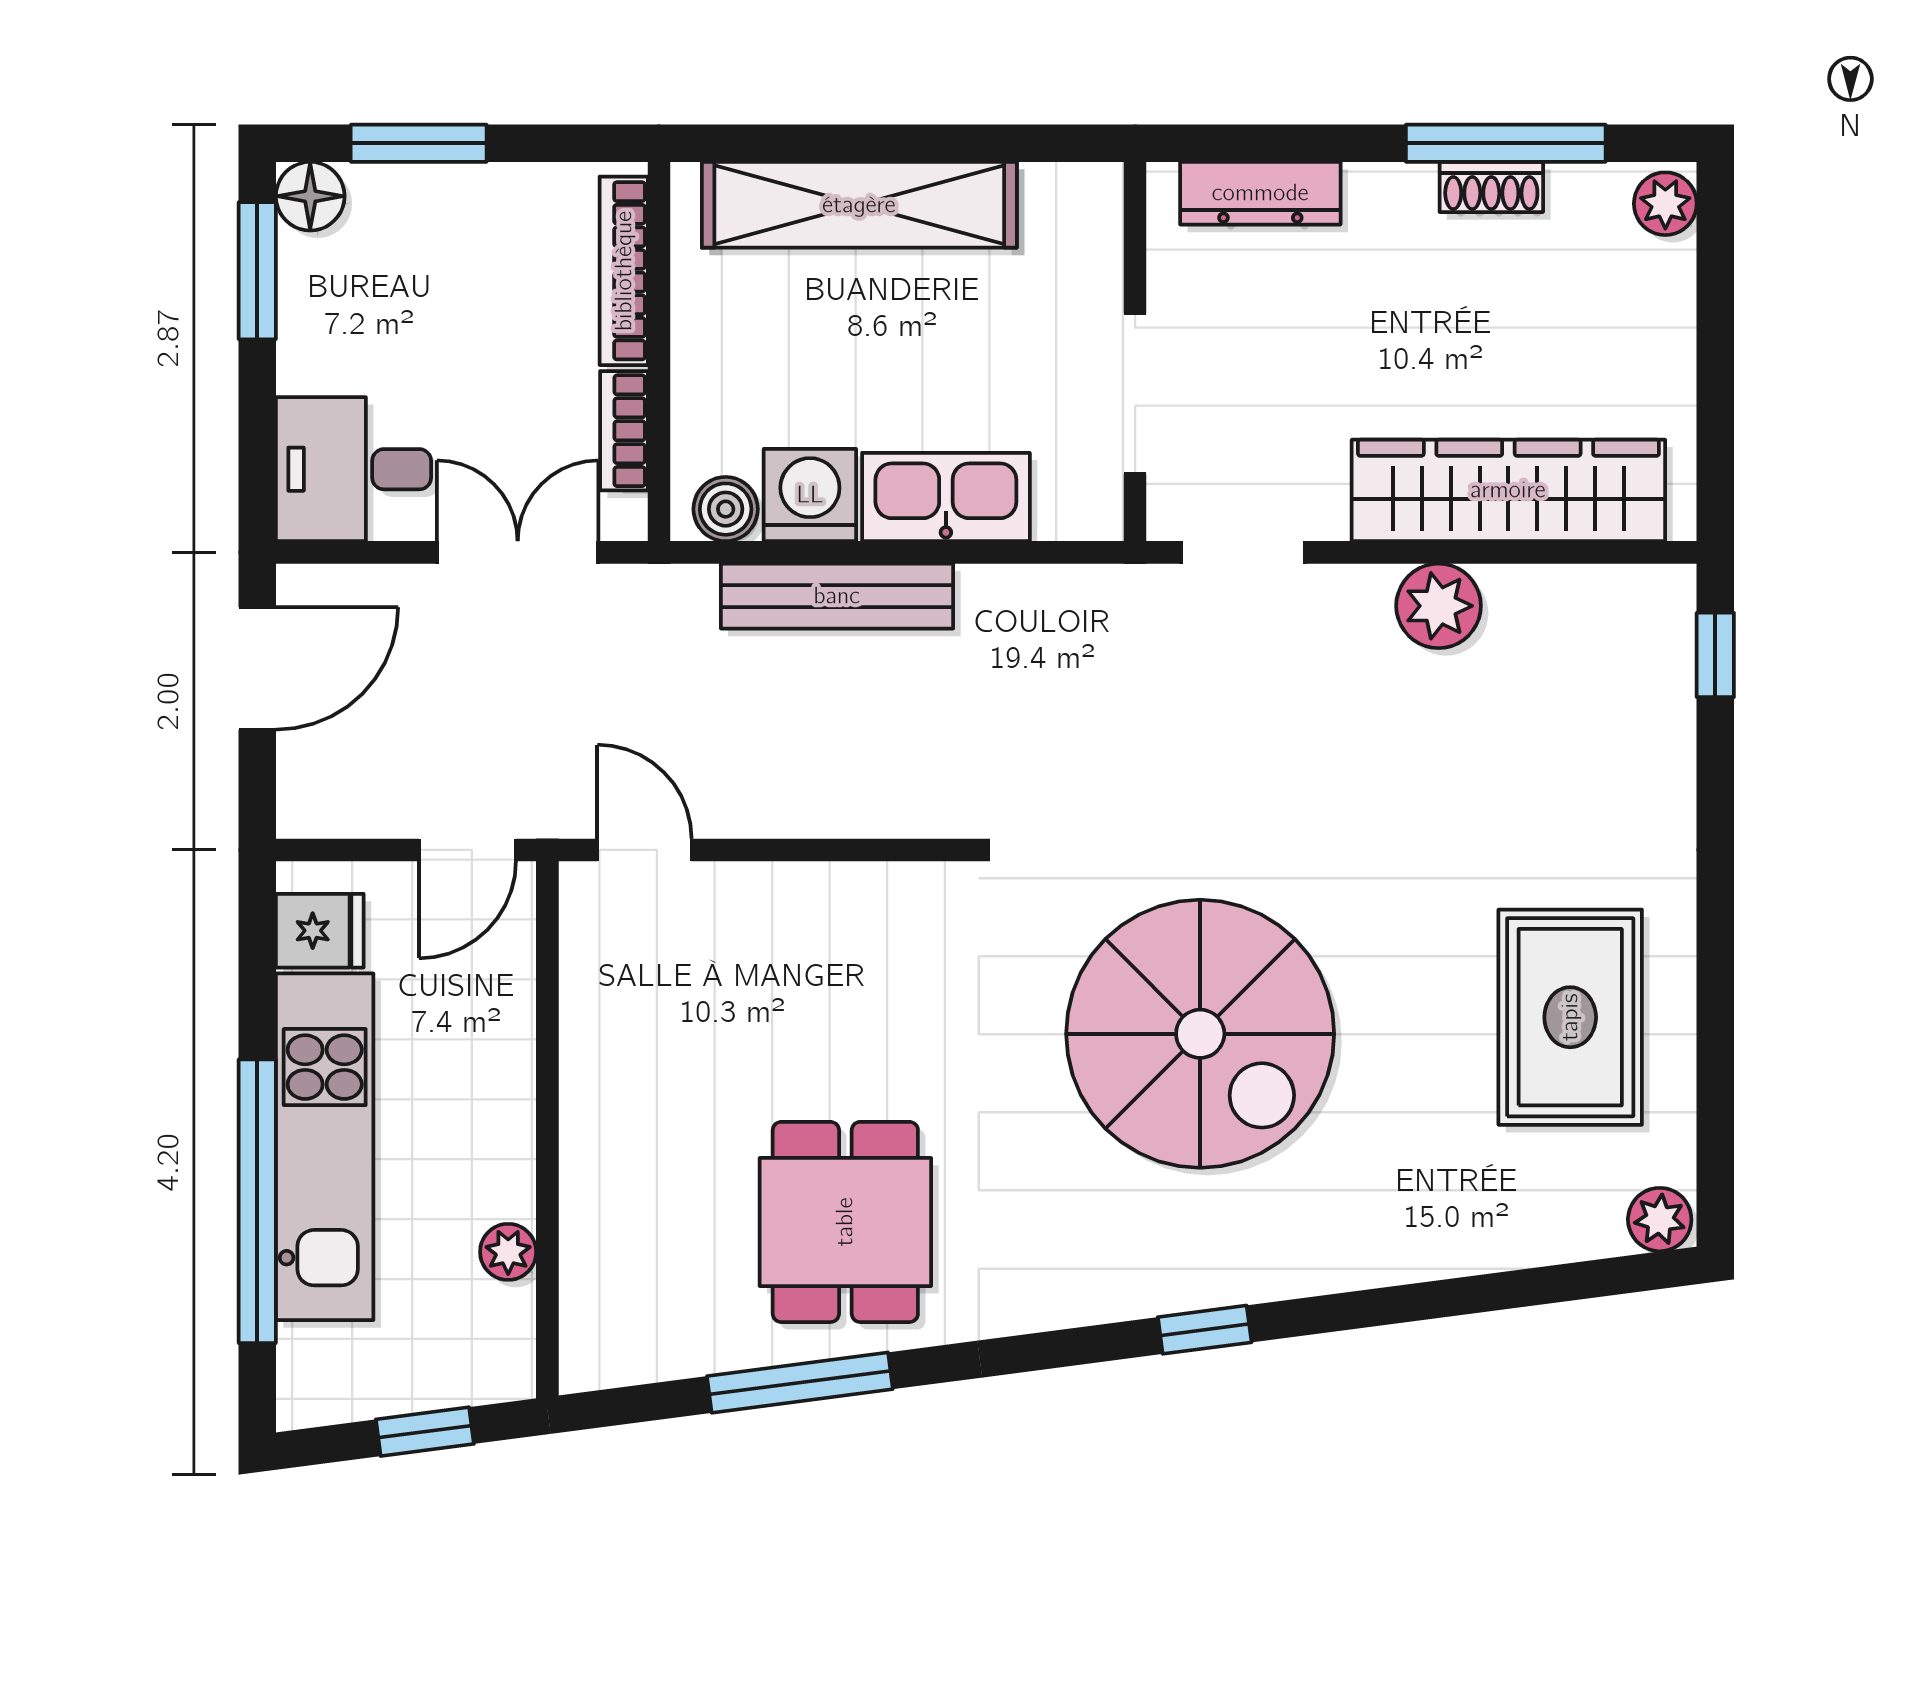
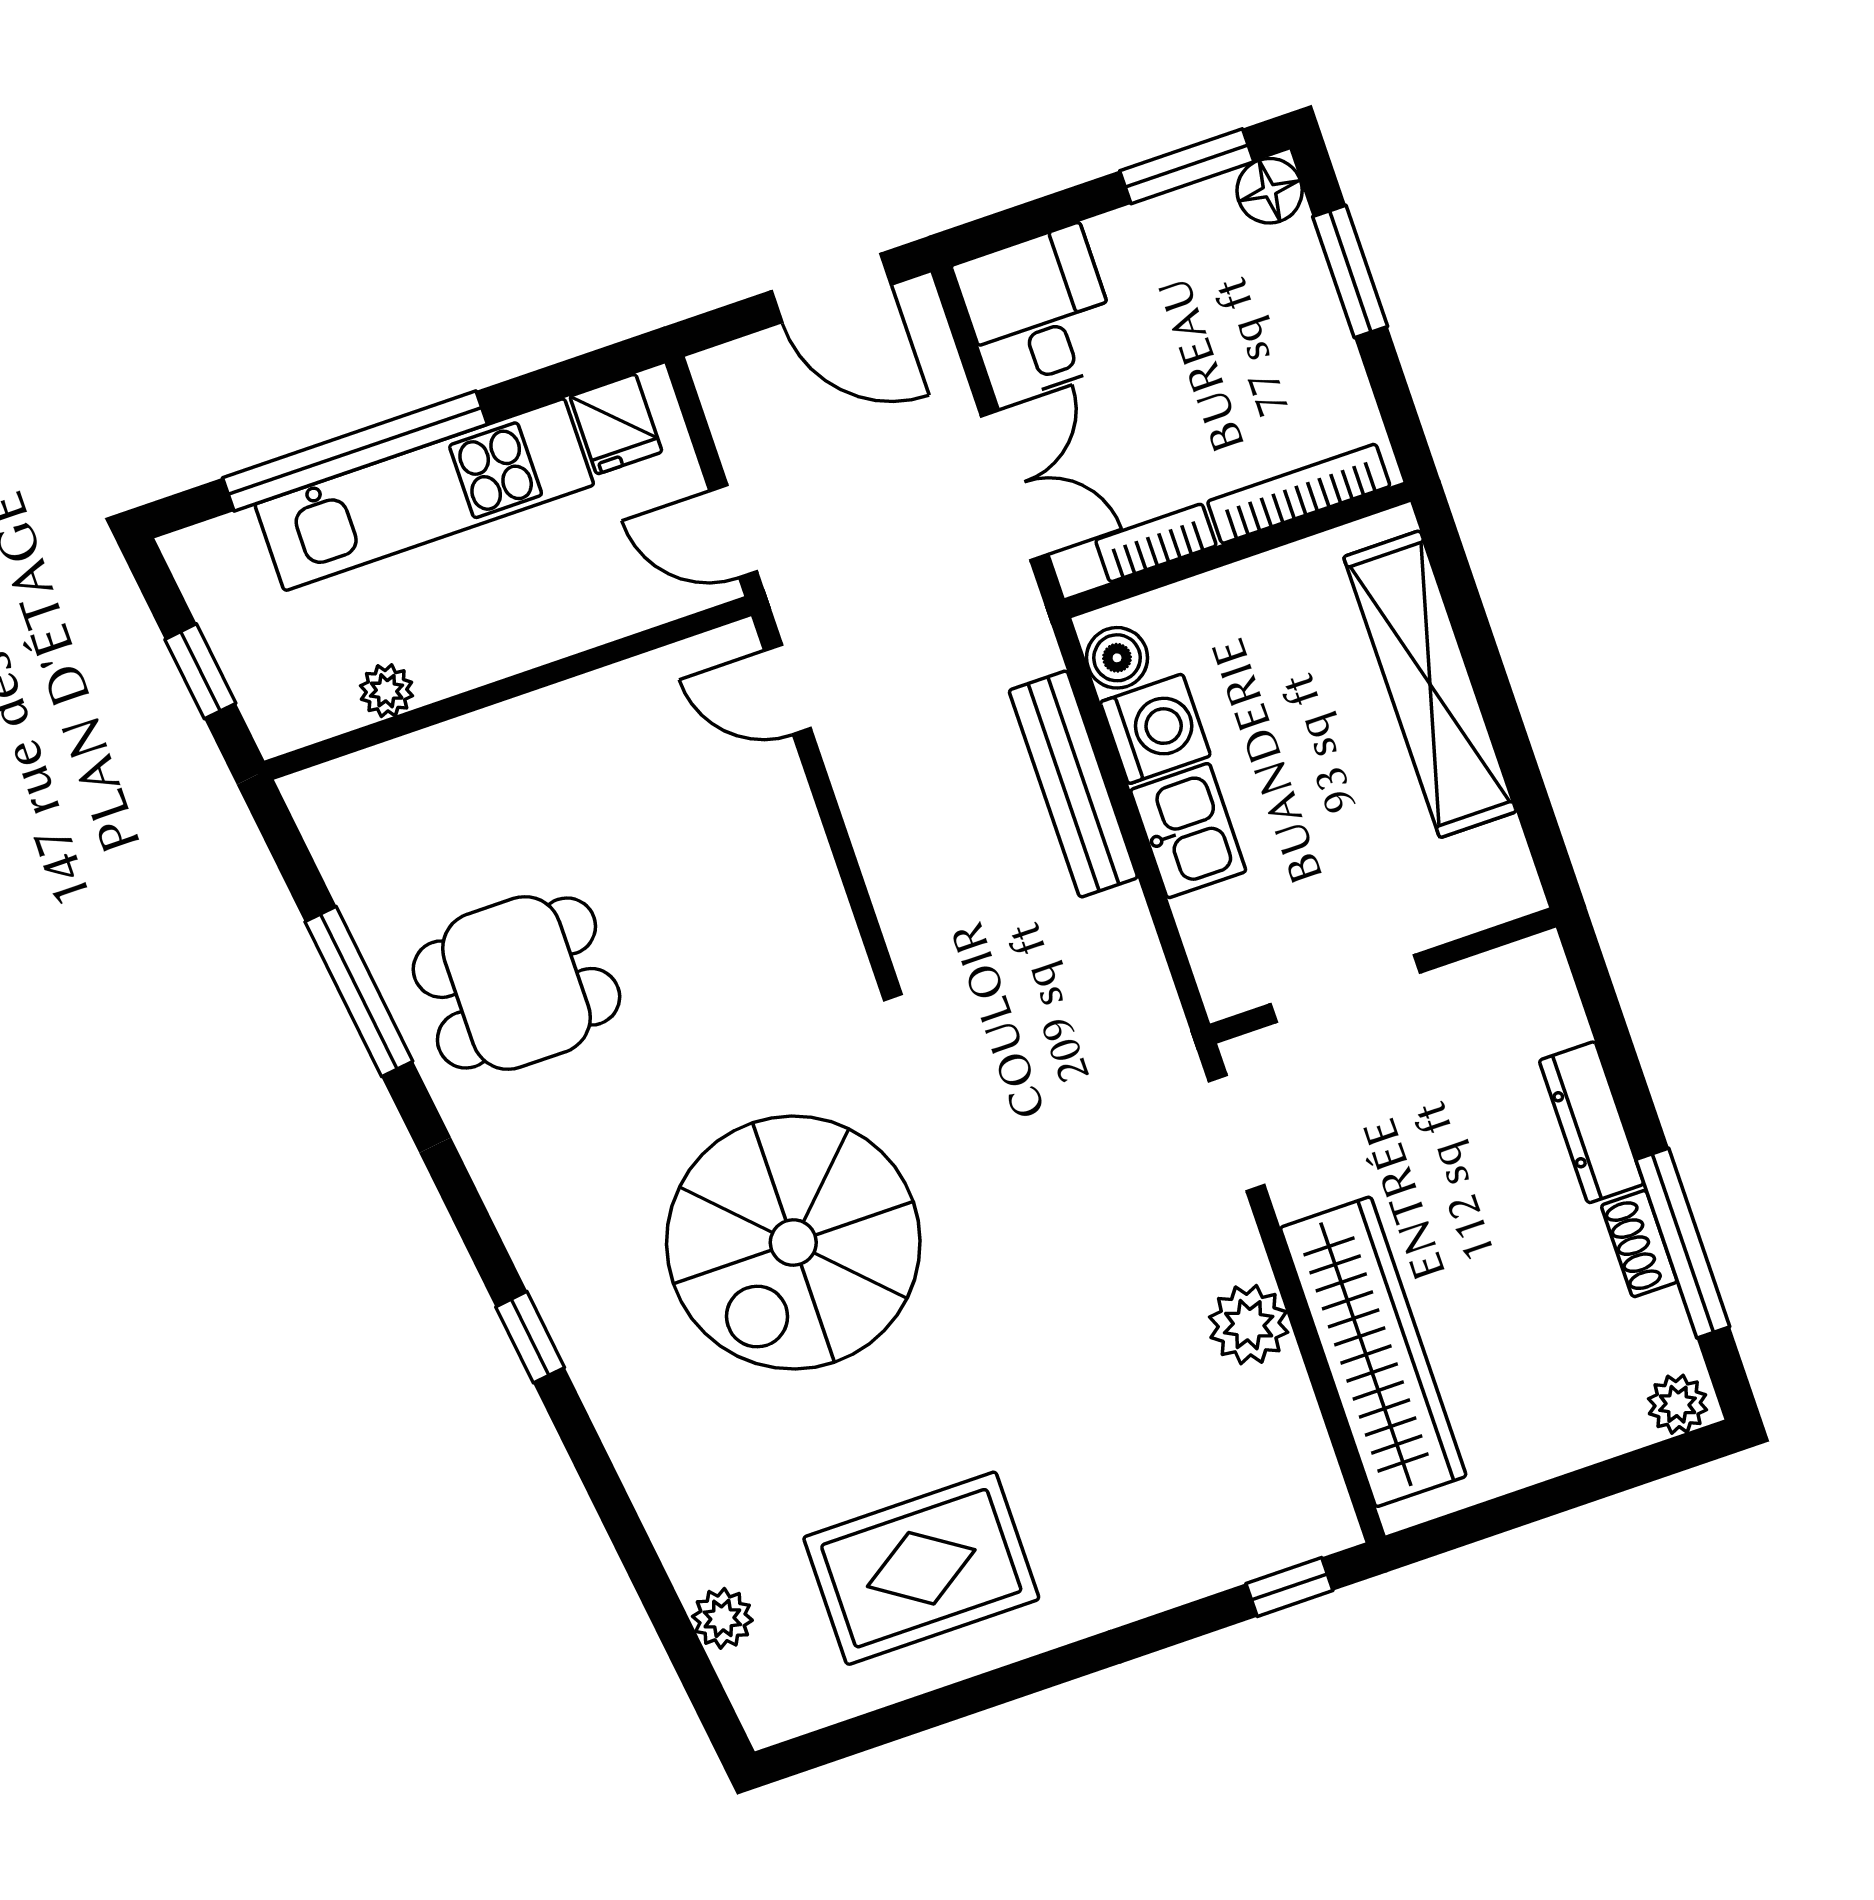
dresser: (1260, 193) -> (1591, 1122), moved
kitchen sink: (946, 497) -> (1188, 831), width x0.73
door: (644, 850) -> (788, 690), swing flipped
plant: (1660, 1220) -> (722, 1618), moved

